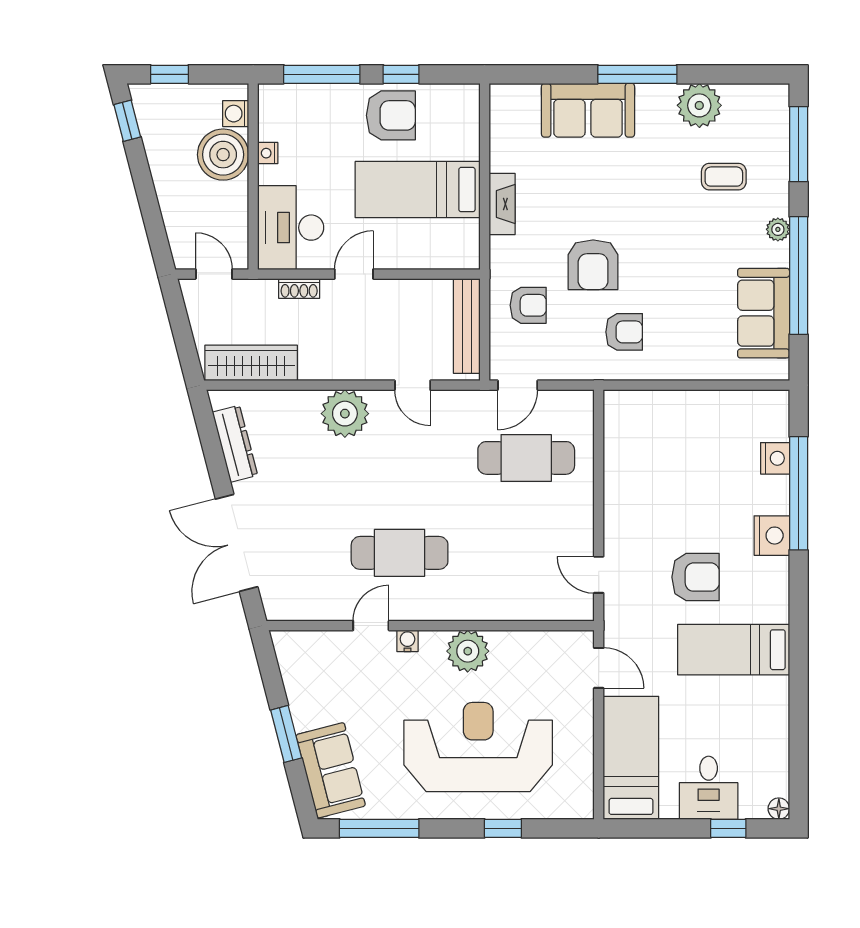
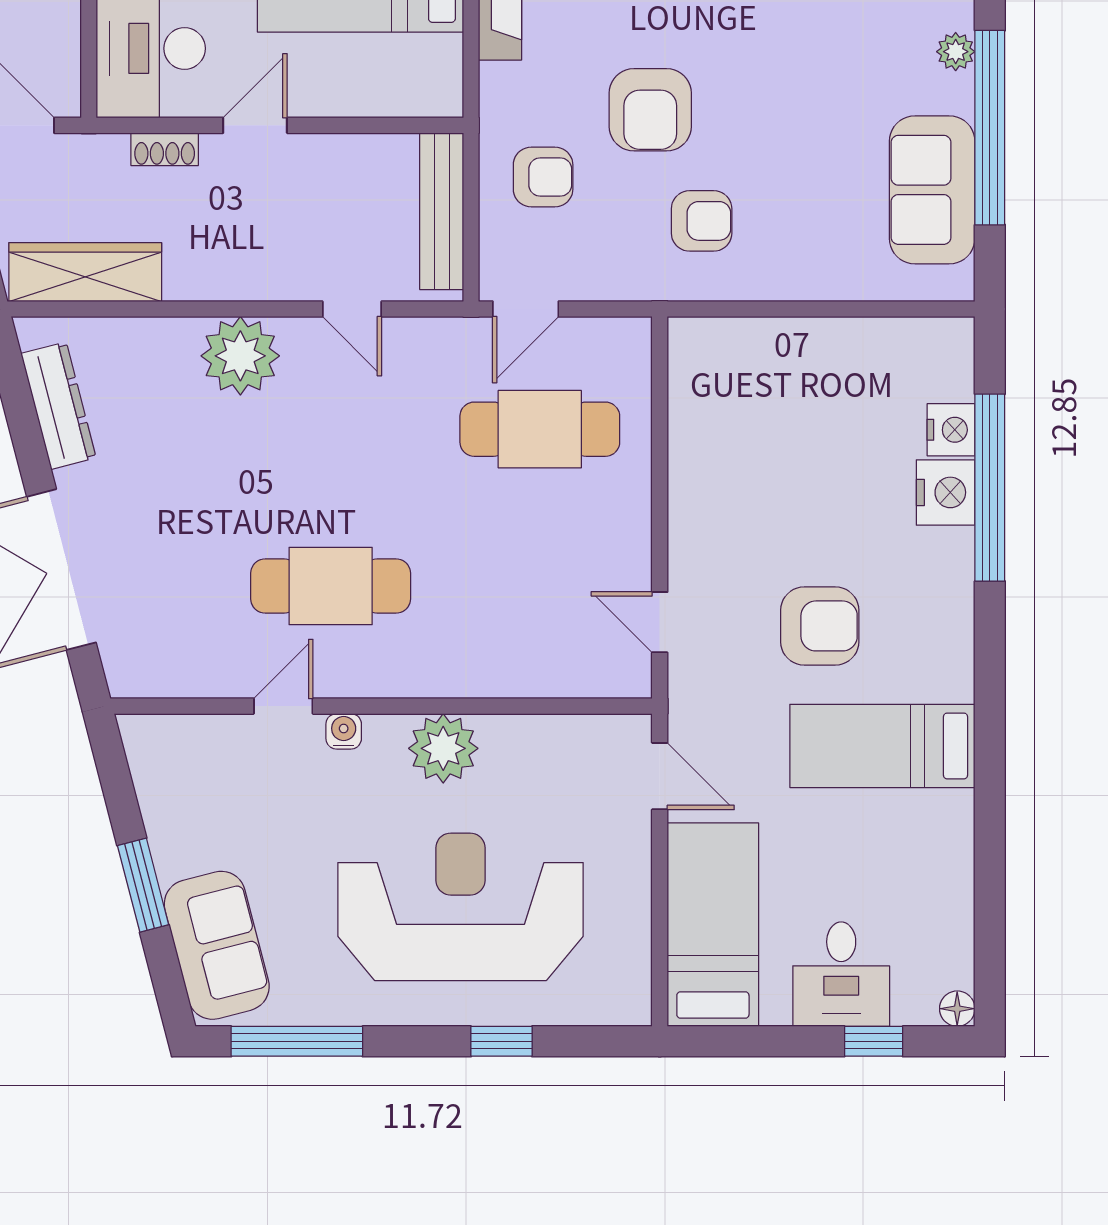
nightstand: (772, 536) -> (946, 492), moved

